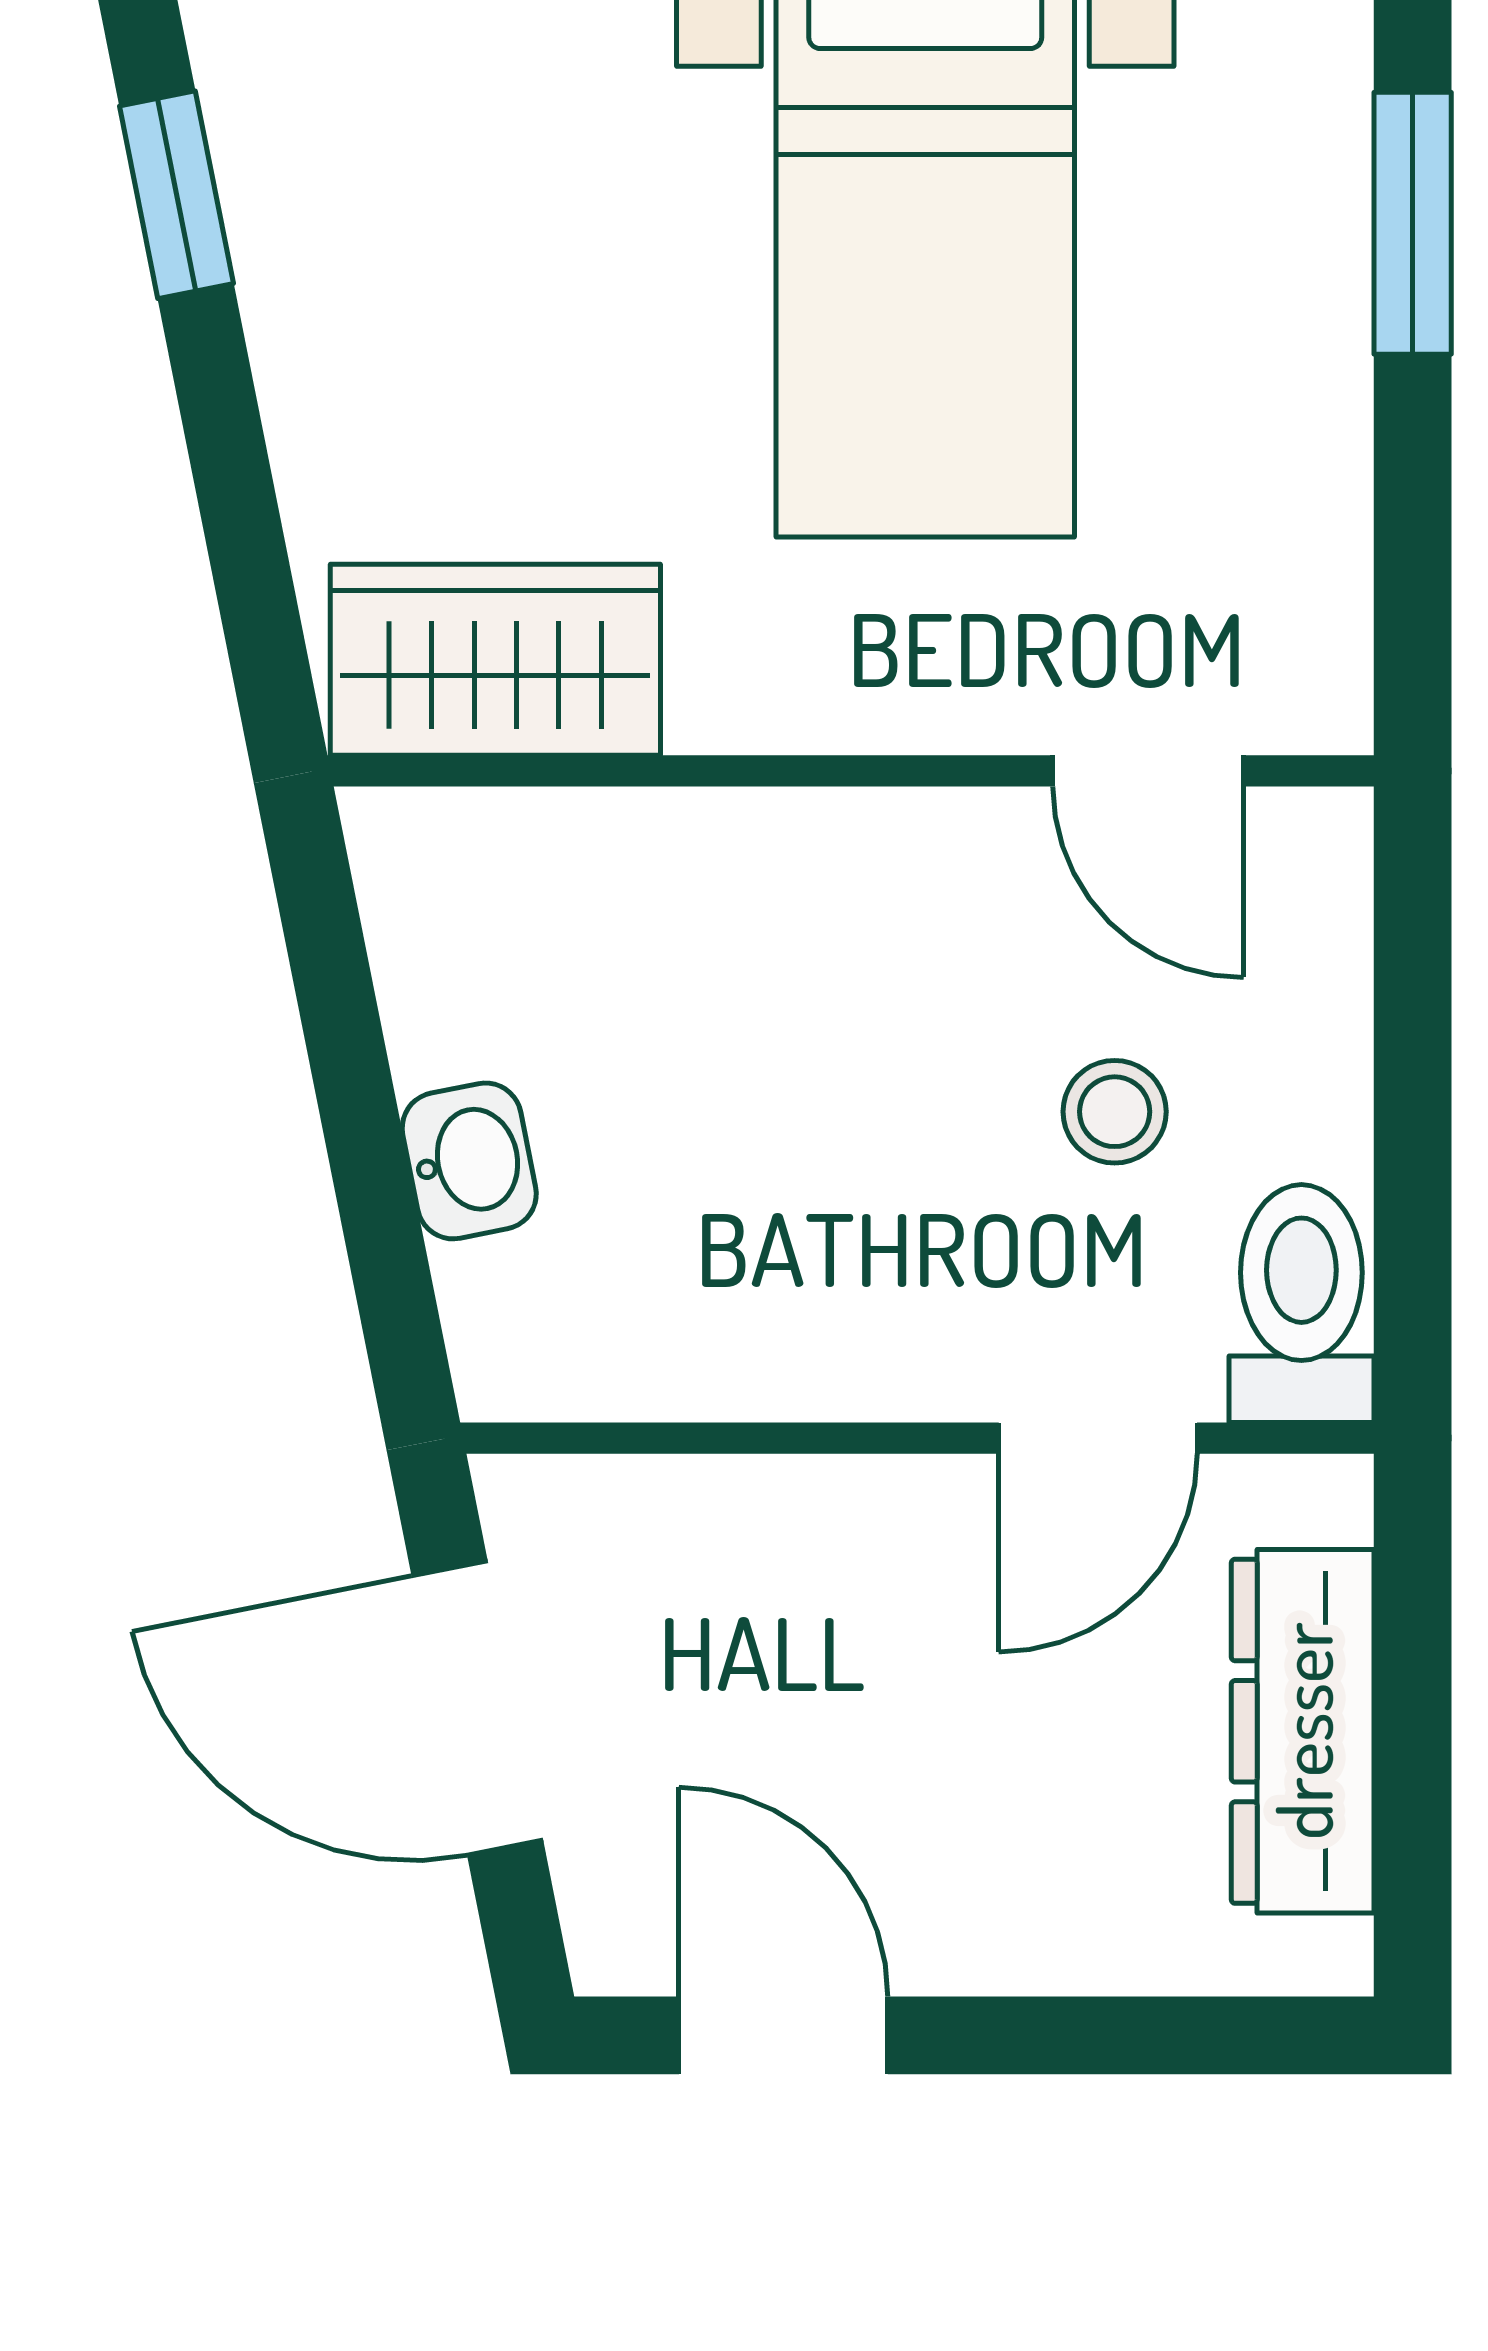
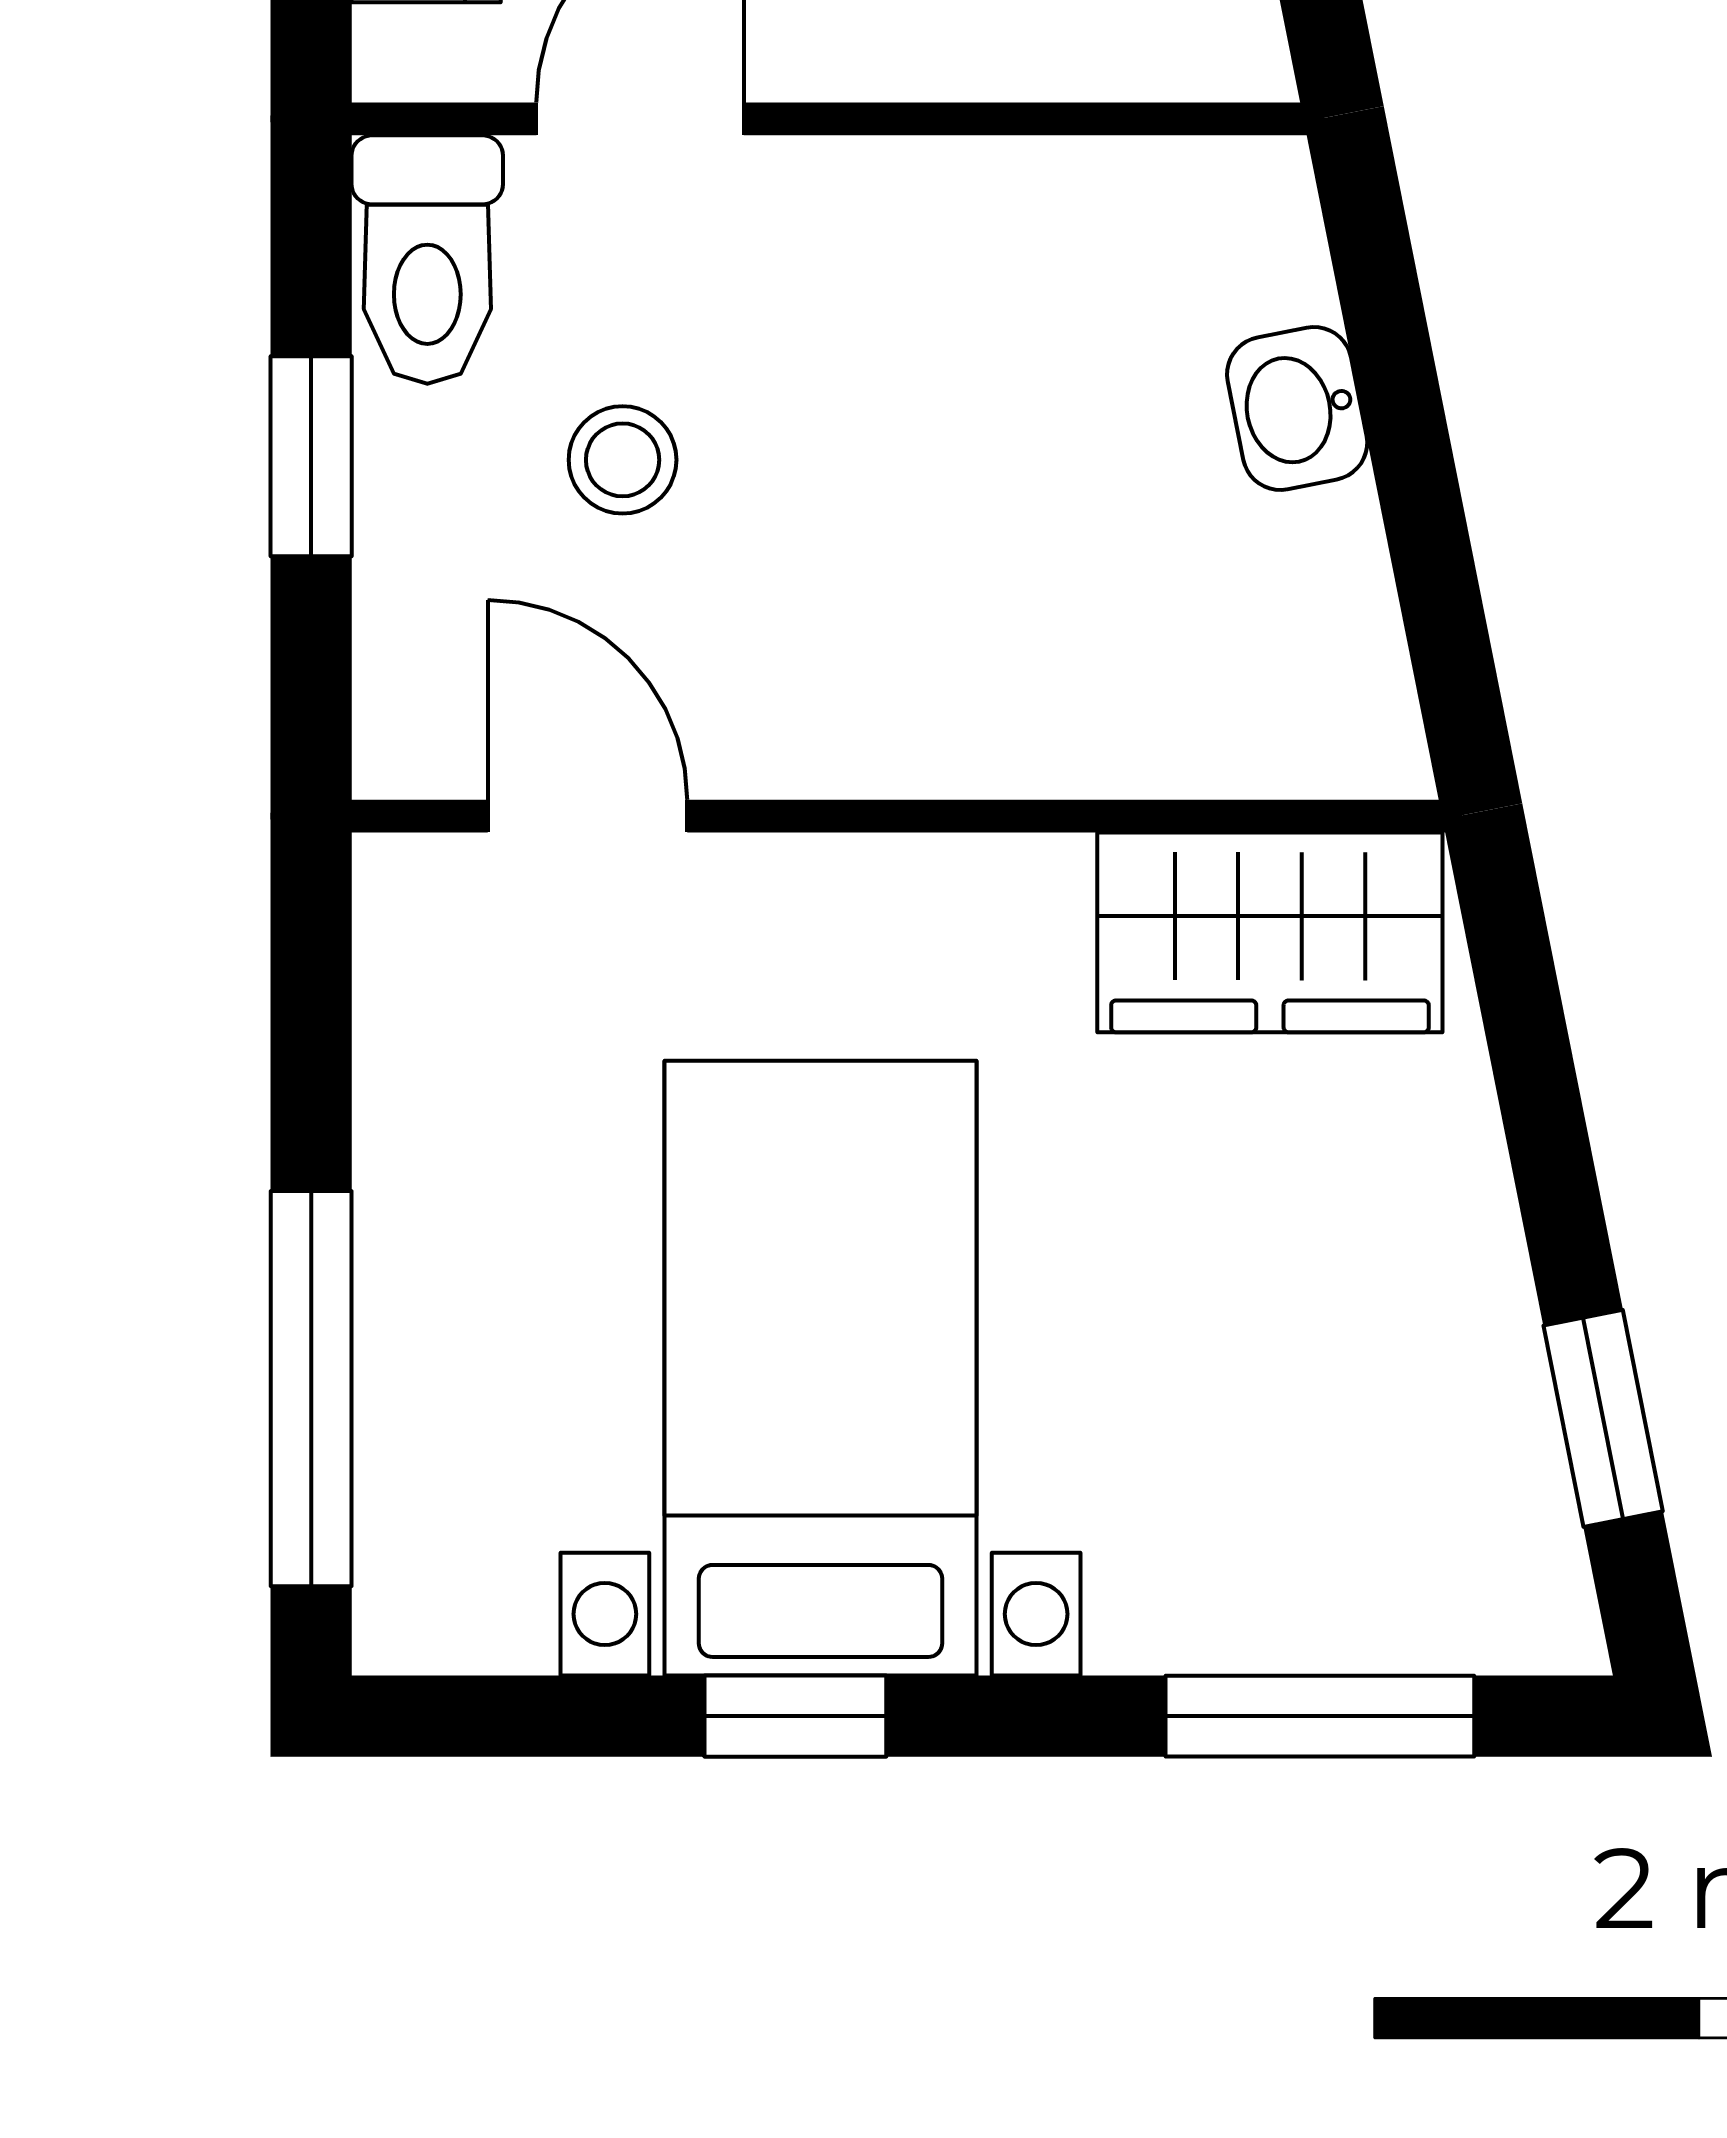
window: (1413, 223) -> (311, 1389), width x1.44
window: (1413, 1115) -> (311, 456), added

